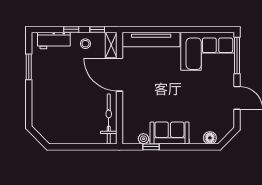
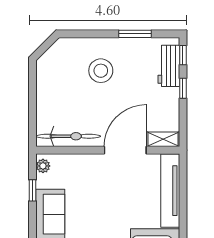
window: (97, 29) -> (183, 55), moved
stool: (85, 44) -> (101, 71), moved, width x1.89, depth x1.89
plant: (143, 139) -> (43, 166), moved

